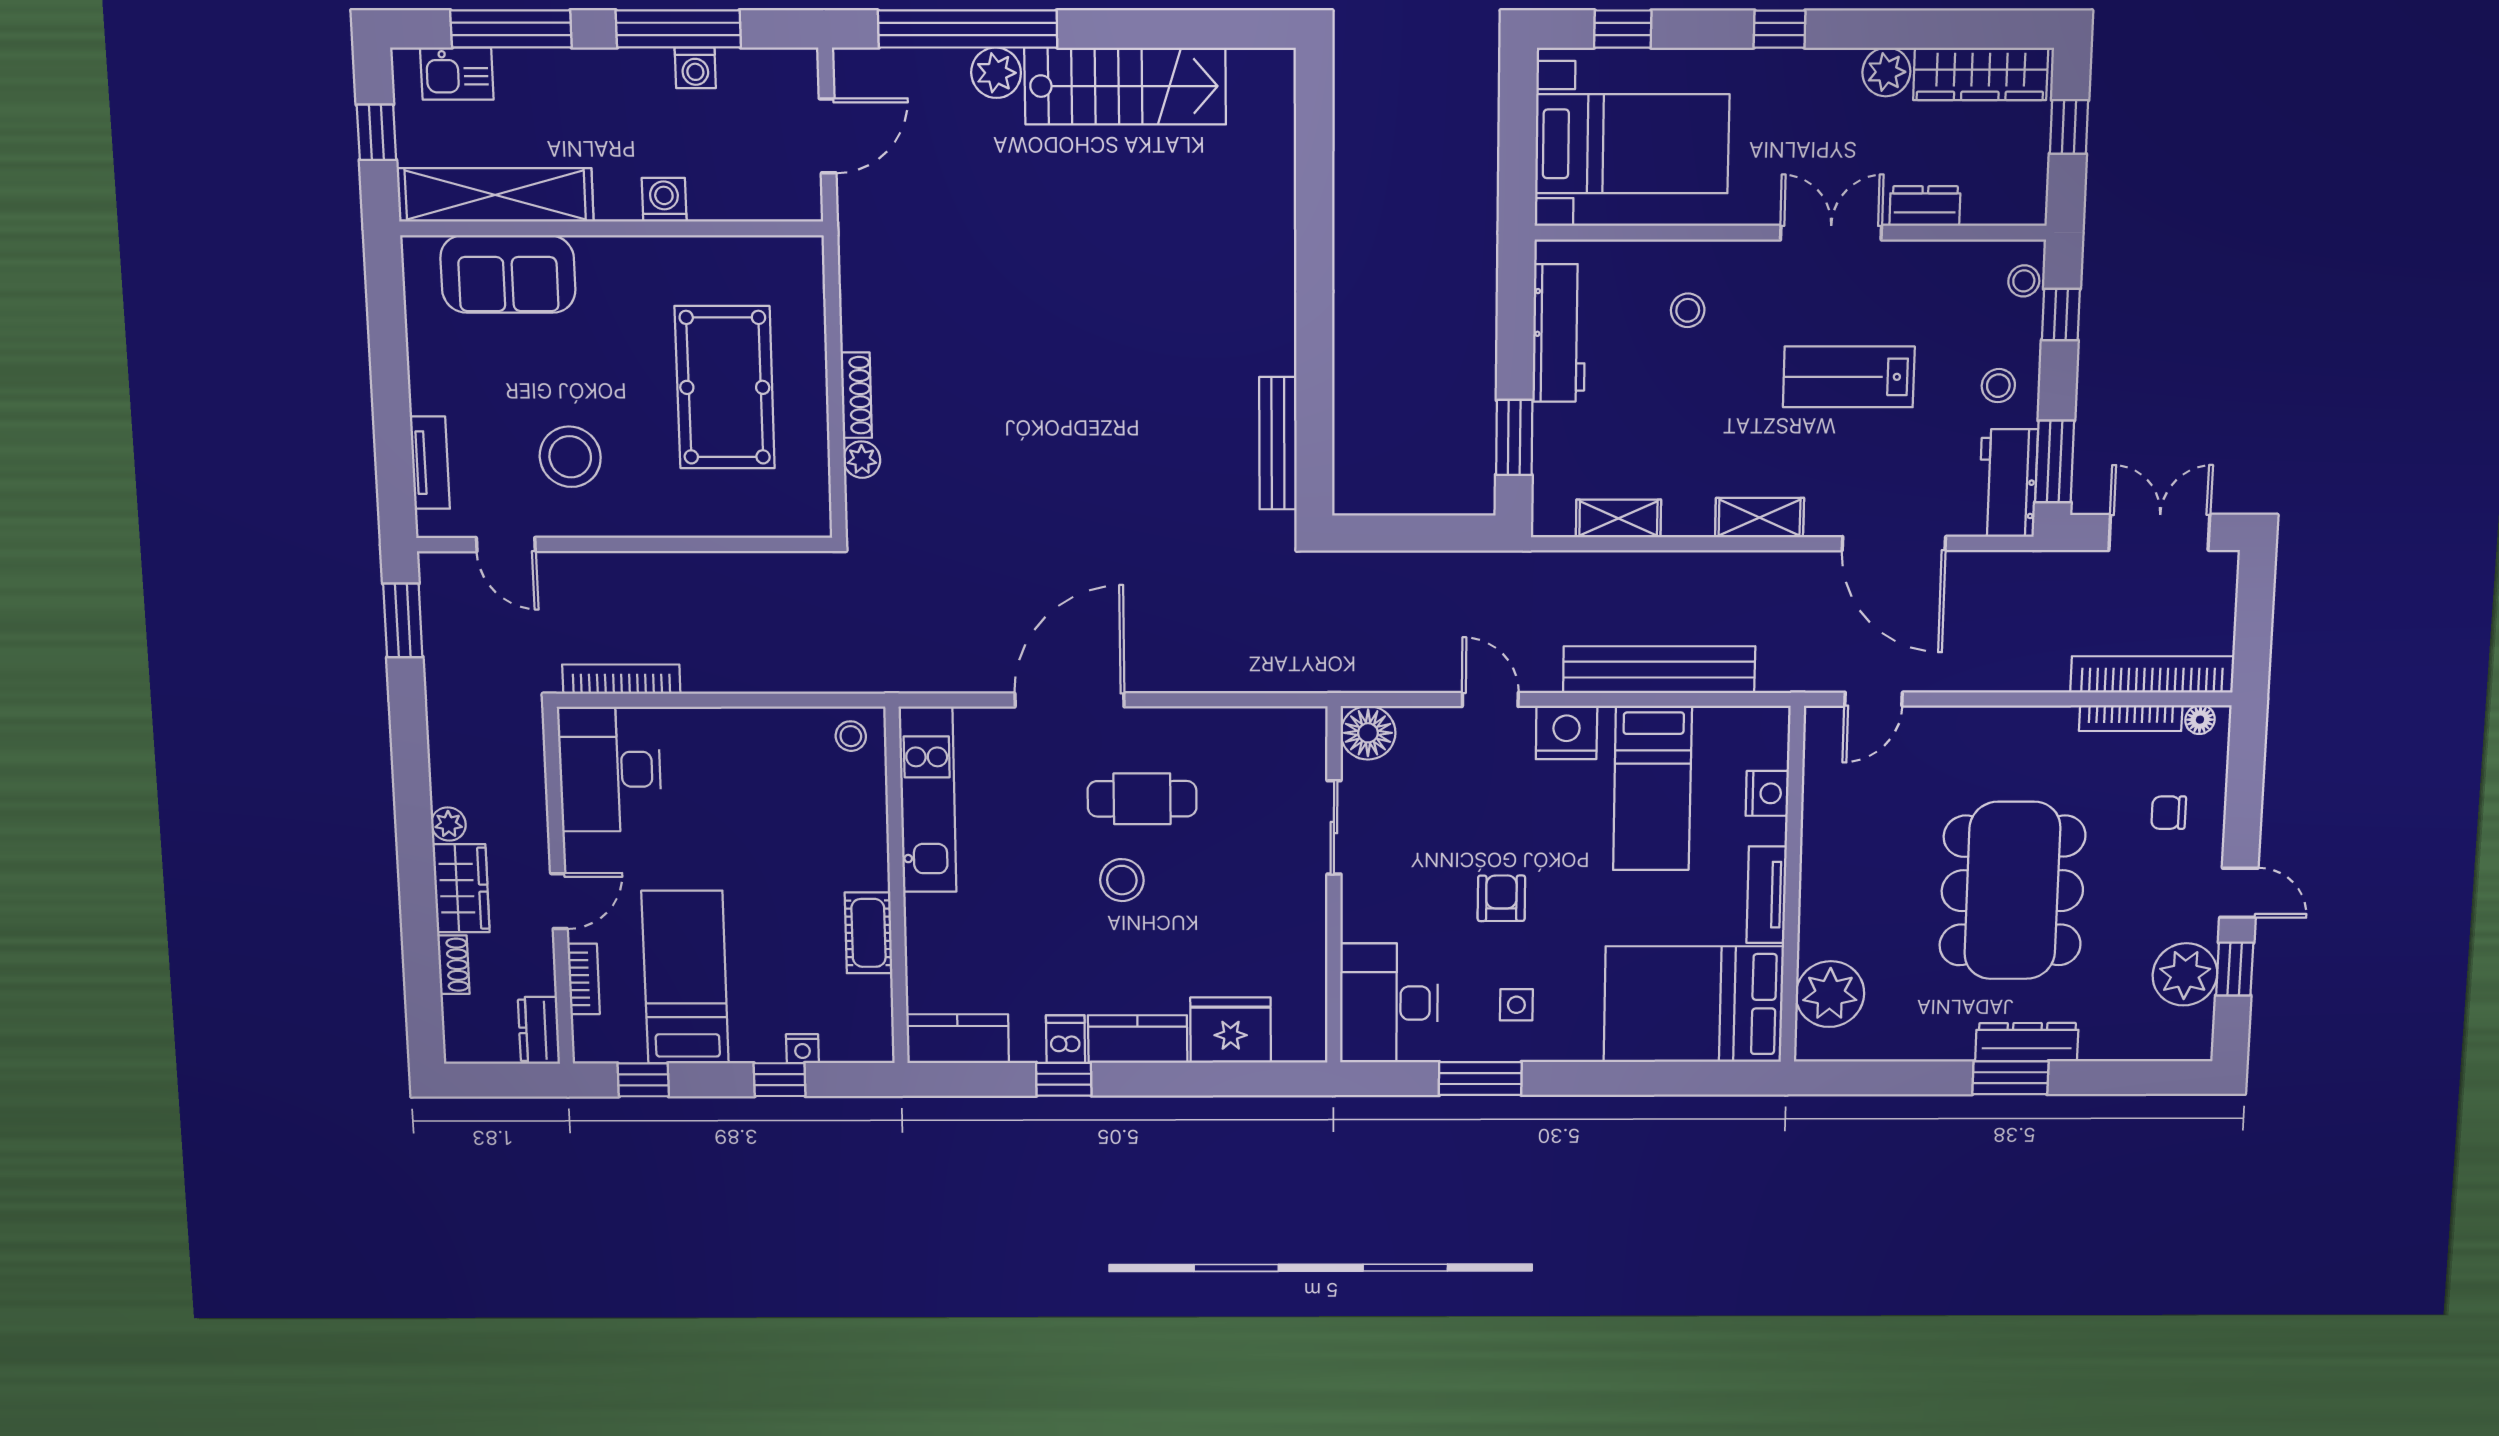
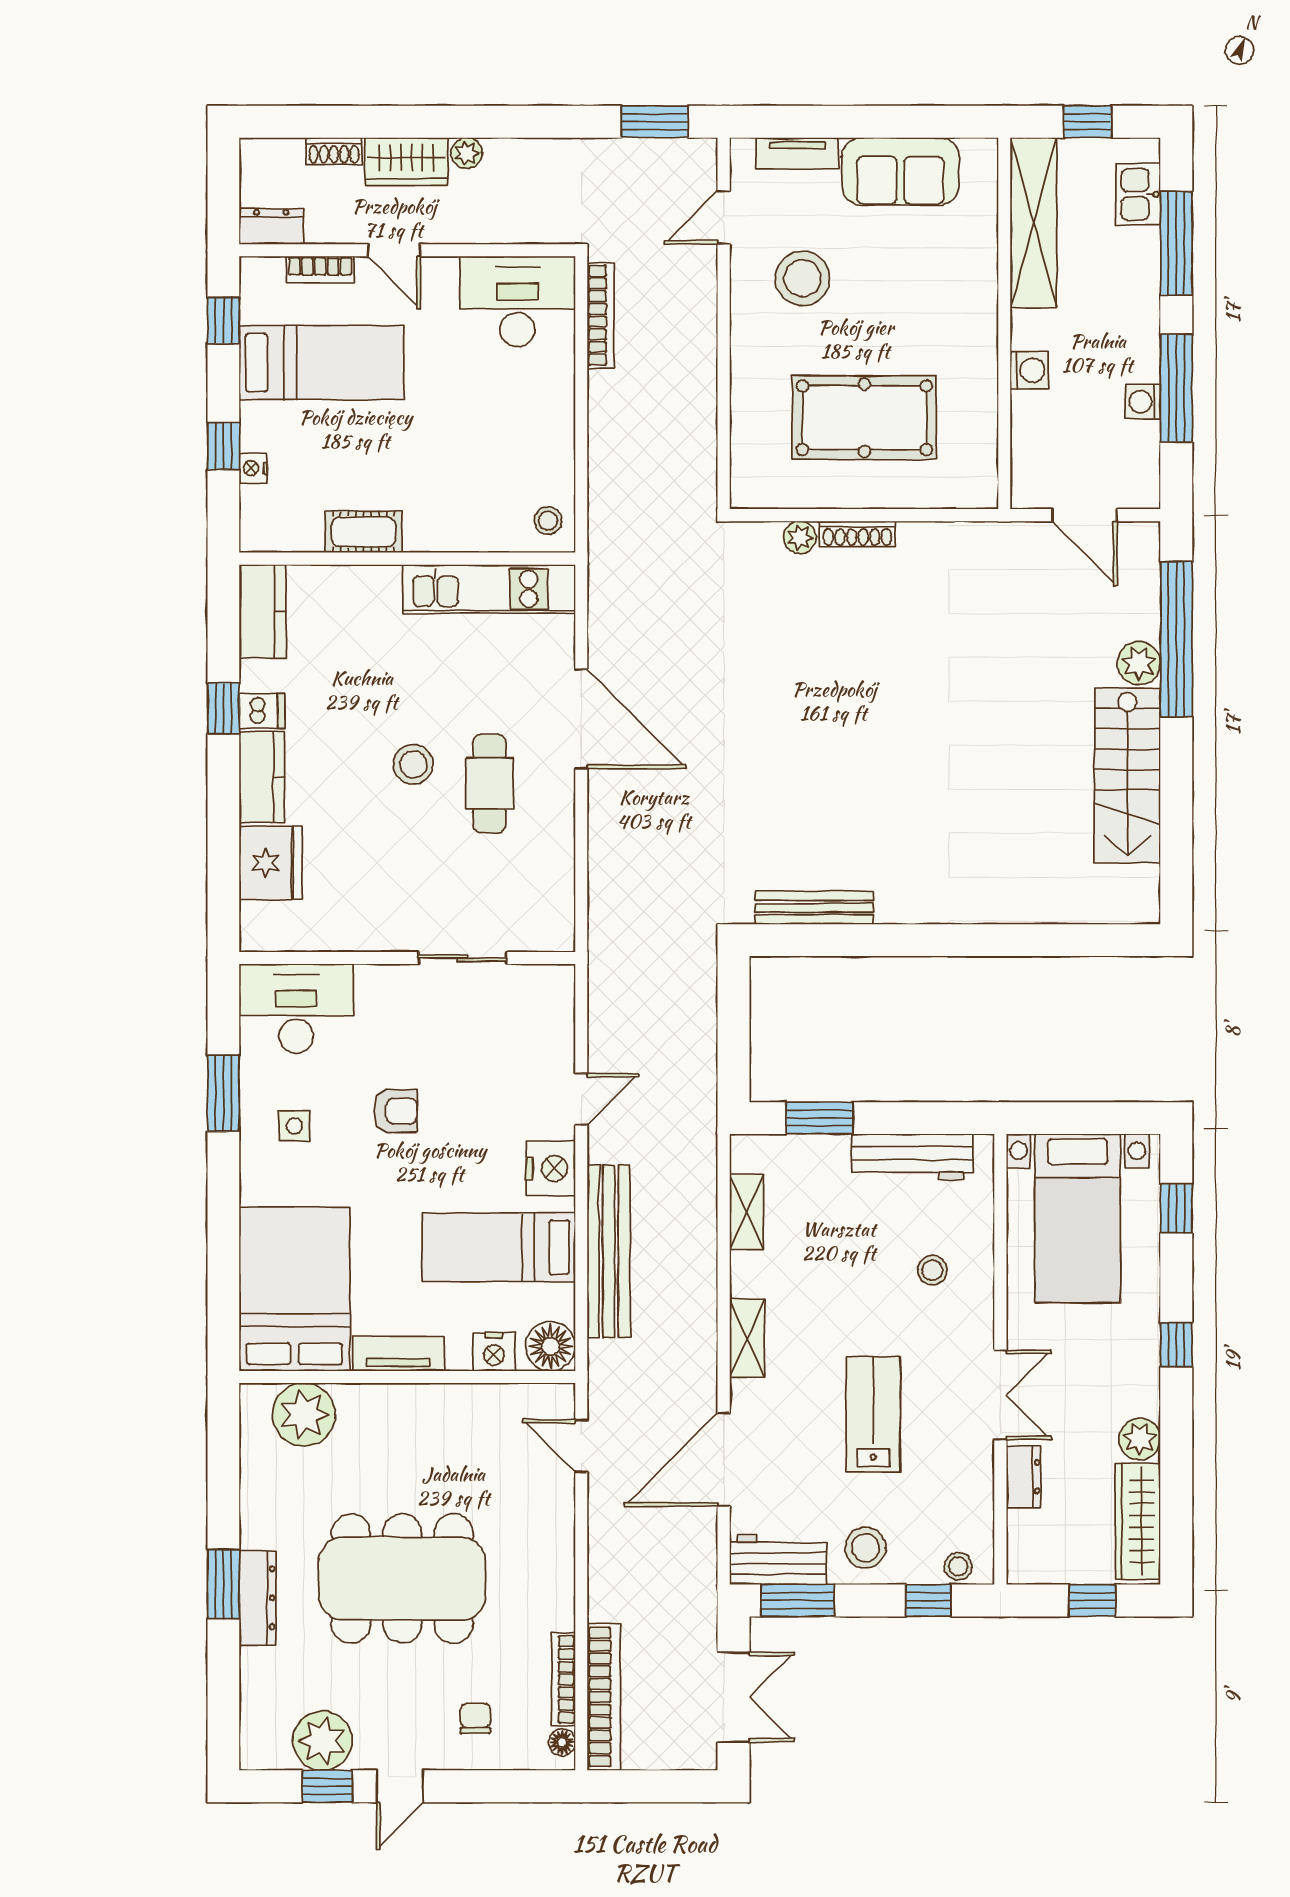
sofa: (508, 274) -> (900, 171), moved, turned -90
stool: (1998, 386) -> (865, 1548), width x1.37, depth x1.37
floor lamp: (1368, 733) -> (551, 1346), moved

